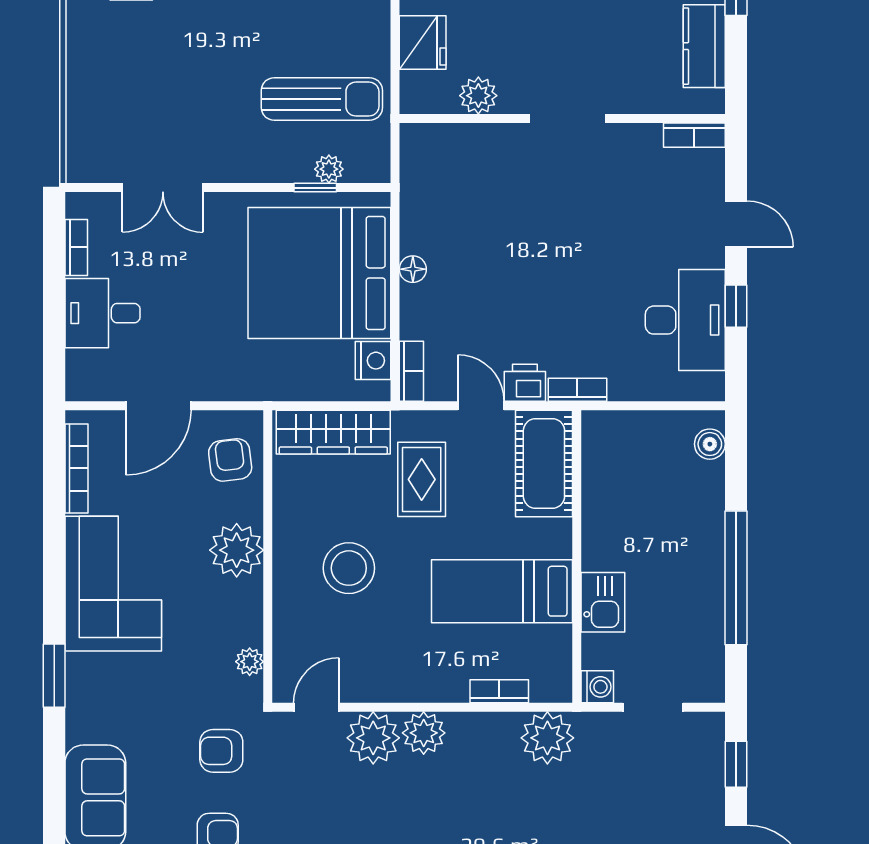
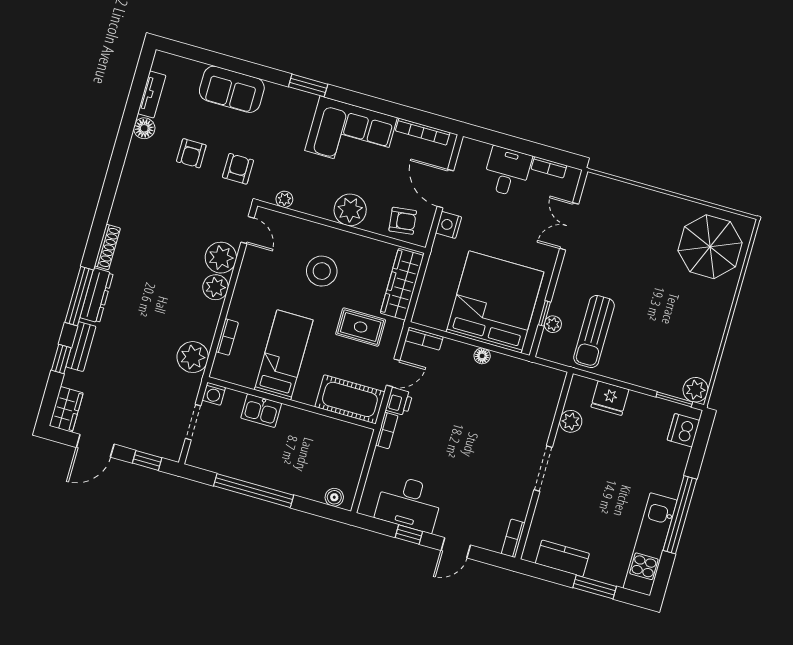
nightstand: (373, 361) -> (449, 225), moved, turned 90

